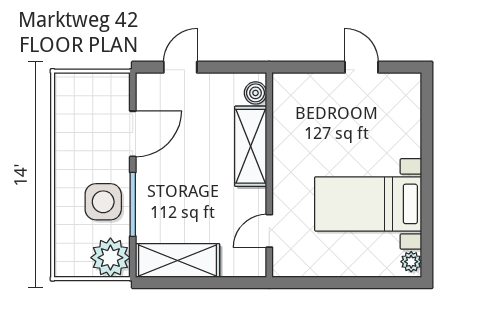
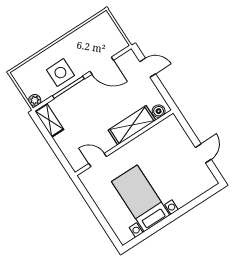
plant: (110, 258) -> (35, 100), width x0.53, depth x0.53
shelving: (178, 260) -> (49, 120), width x0.67, depth x0.75
plant: (411, 262) -> (127, 236), removed

